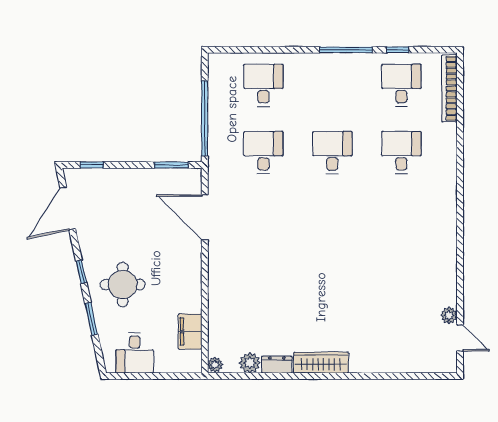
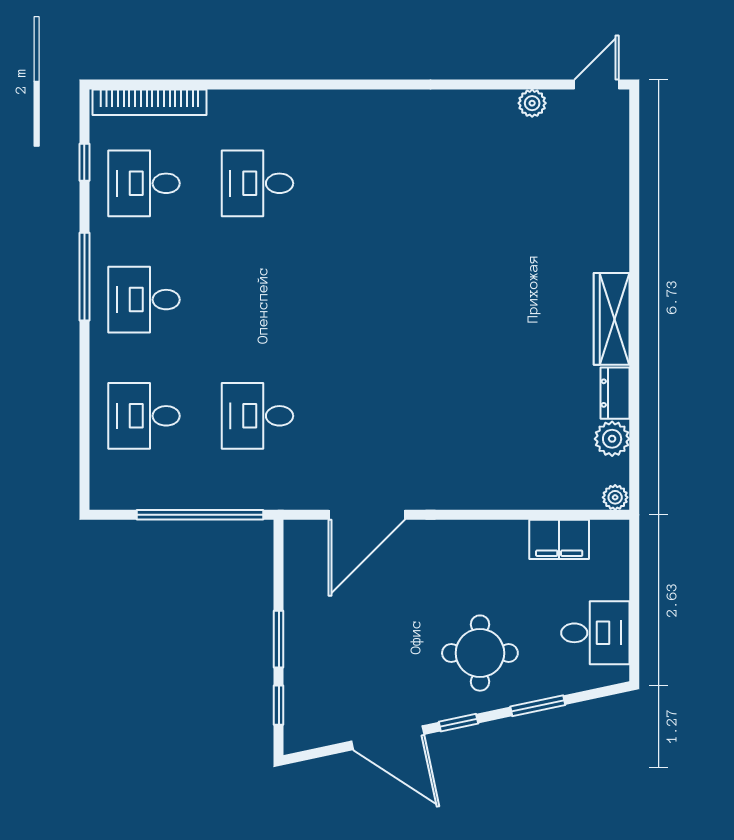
window: (398, 50) -> (84, 162), moved
desk: (332, 152) -> (144, 300), moved
window: (171, 165) -> (279, 639), moved
door: (68, 208) -> (388, 738), moved
door: (460, 338) -> (596, 84), moved

